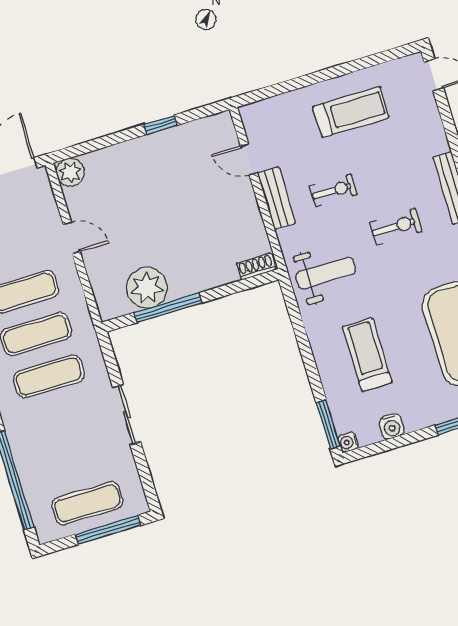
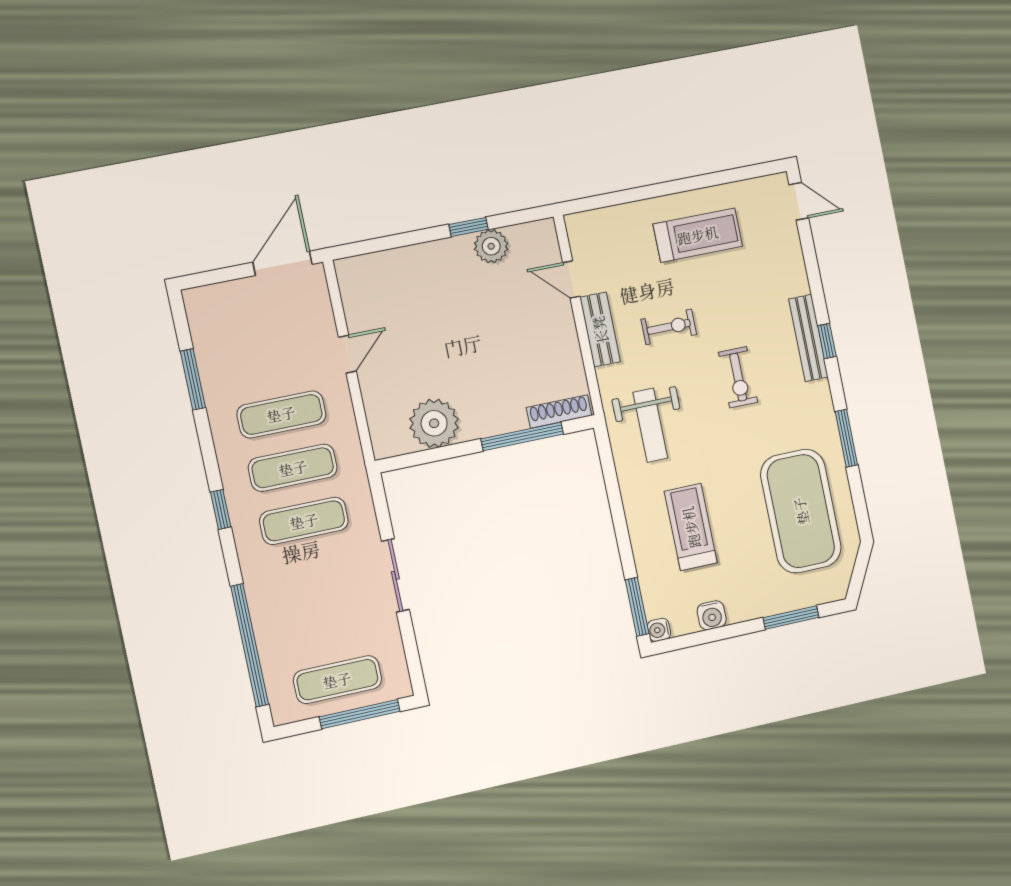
plant: (70, 172) -> (491, 246), moved
exercise bike: (396, 227) -> (738, 377), turned 90
door: (72, 238) -> (347, 354), hinge flipped
shoe rack: (256, 267) -> (559, 412), width x1.43
weight bench: (326, 273) -> (650, 425), turned 90
window: (168, 308) -> (522, 436), moved

